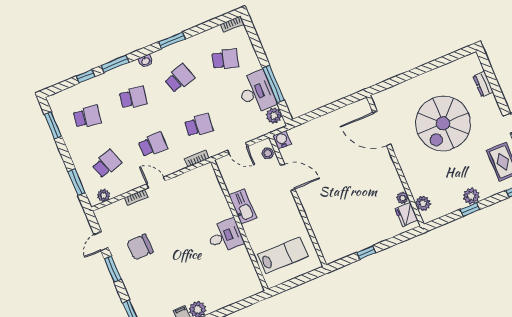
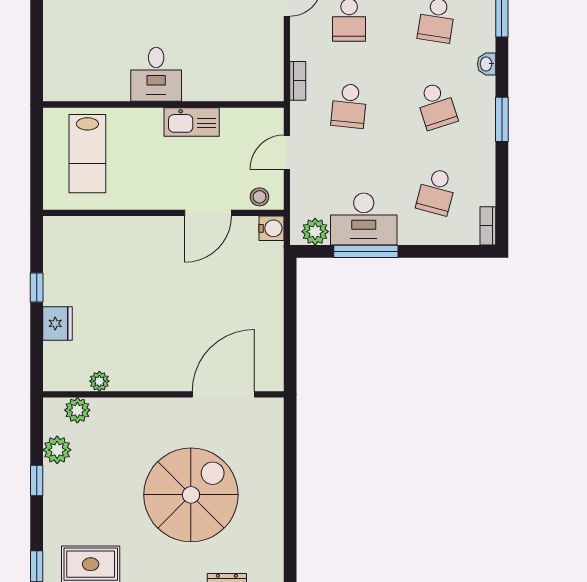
spiral stairs: (443, 123) -> (191, 495), turned 90
plant: (471, 196) -> (57, 450), moved
fridge: (407, 215) -> (58, 323), moved, turned 90

